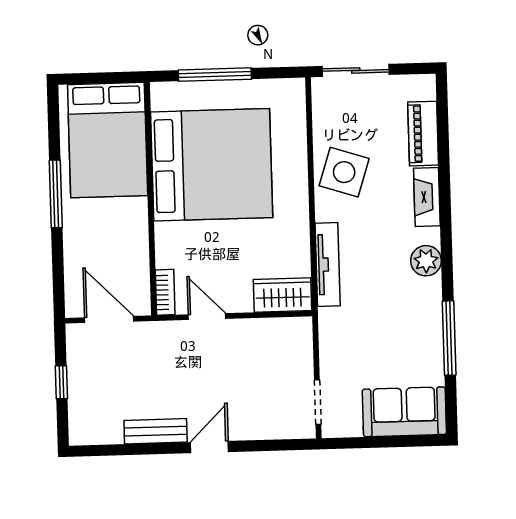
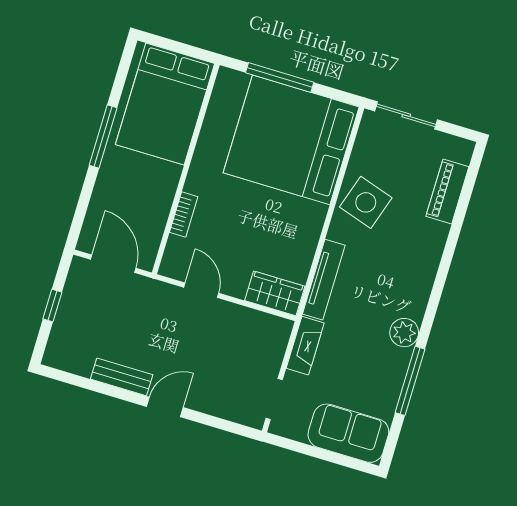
bed: (212, 165) -> (291, 140), moved, turned 180
fireplace: (427, 197) -> (305, 346), moved, turned 180
plant: (426, 261) -> (404, 333), moved
bookcase: (165, 292) -> (184, 215), moved

